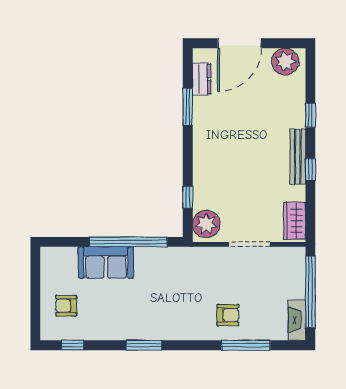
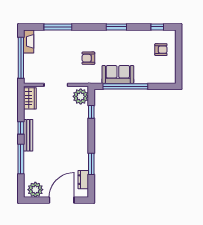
window: (310, 115) -> (21, 159), width x2.17
sofa: (106, 263) -> (118, 74), moved
armchair: (228, 315) -> (88, 58), moved

